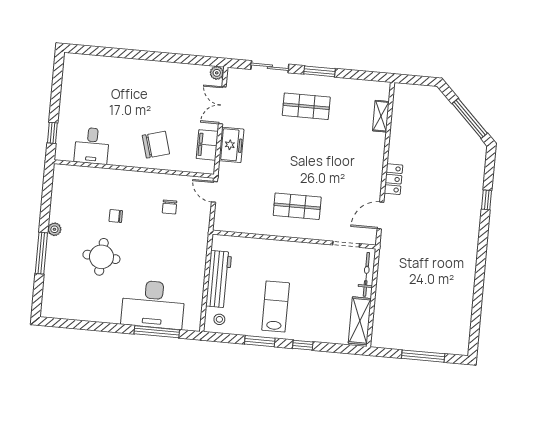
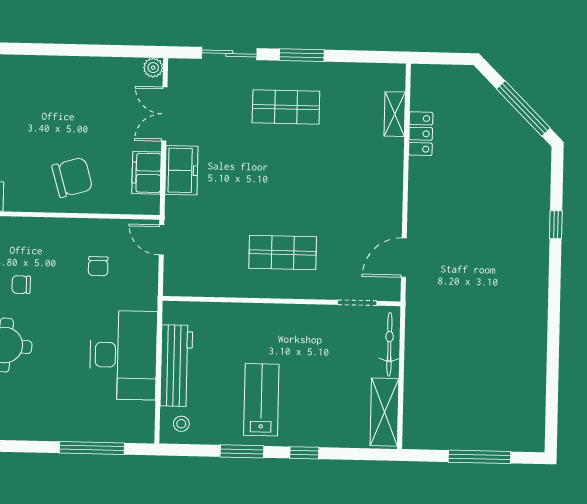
locker: (393, 179) -> (421, 134), moved
desk: (153, 304) -> (123, 355), moved, turned -90

